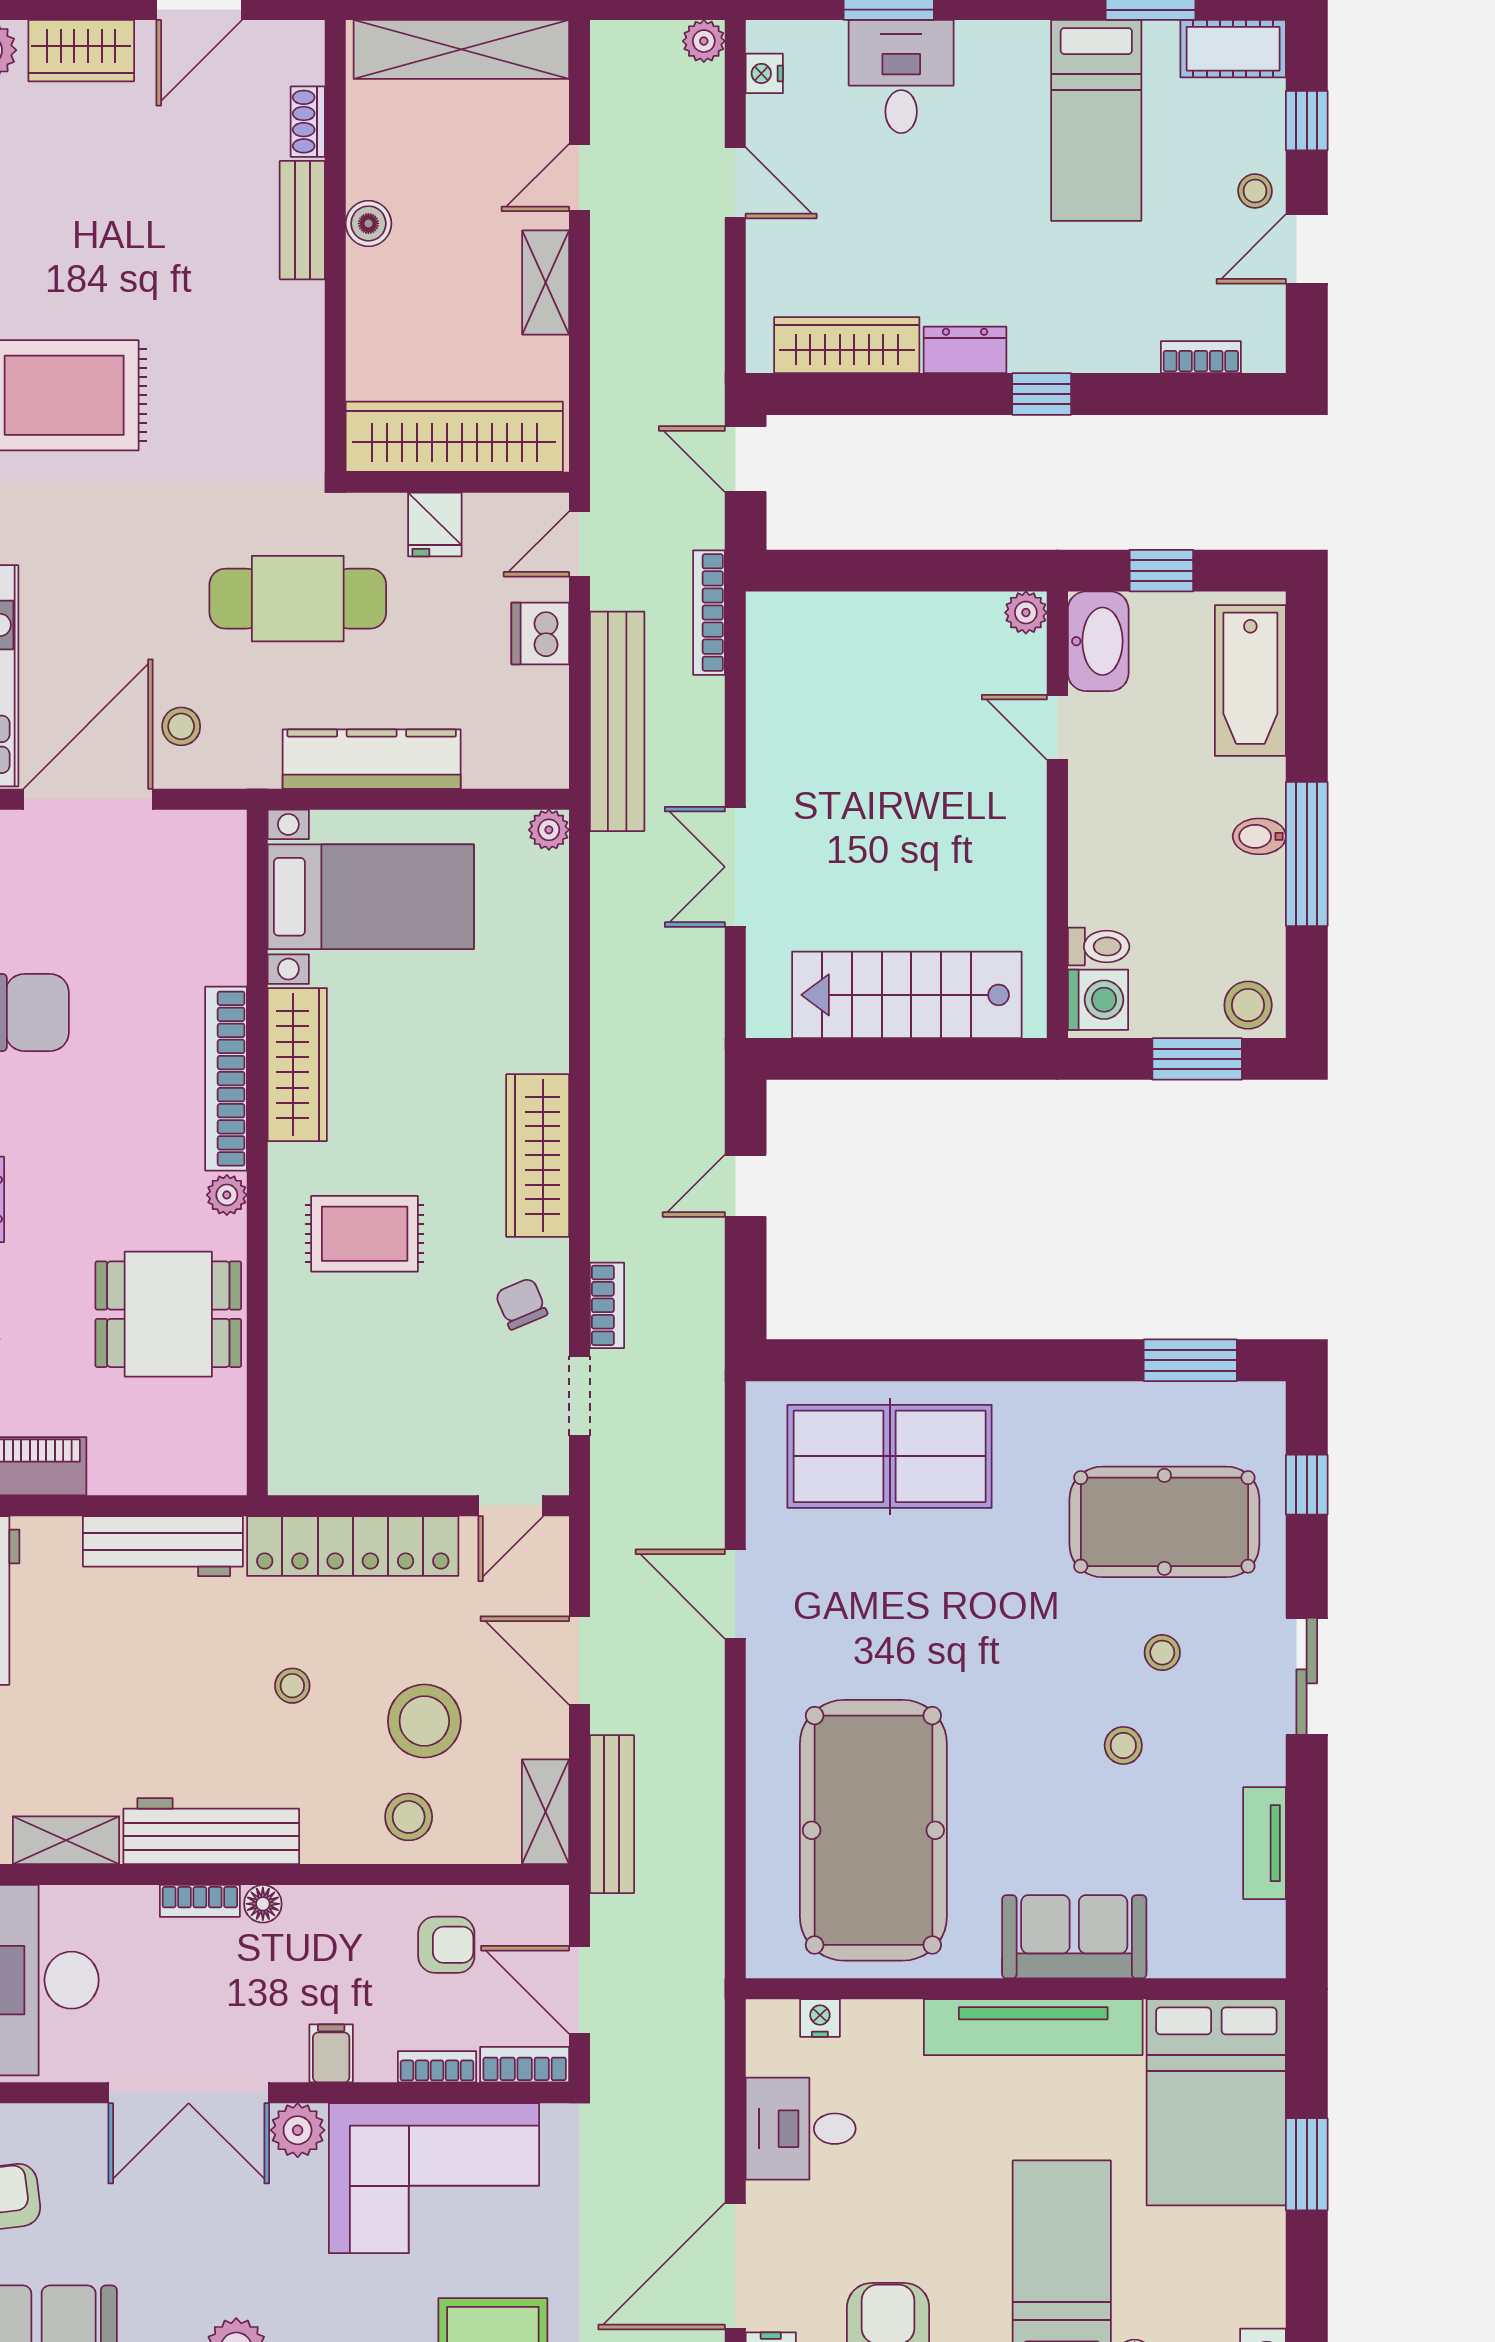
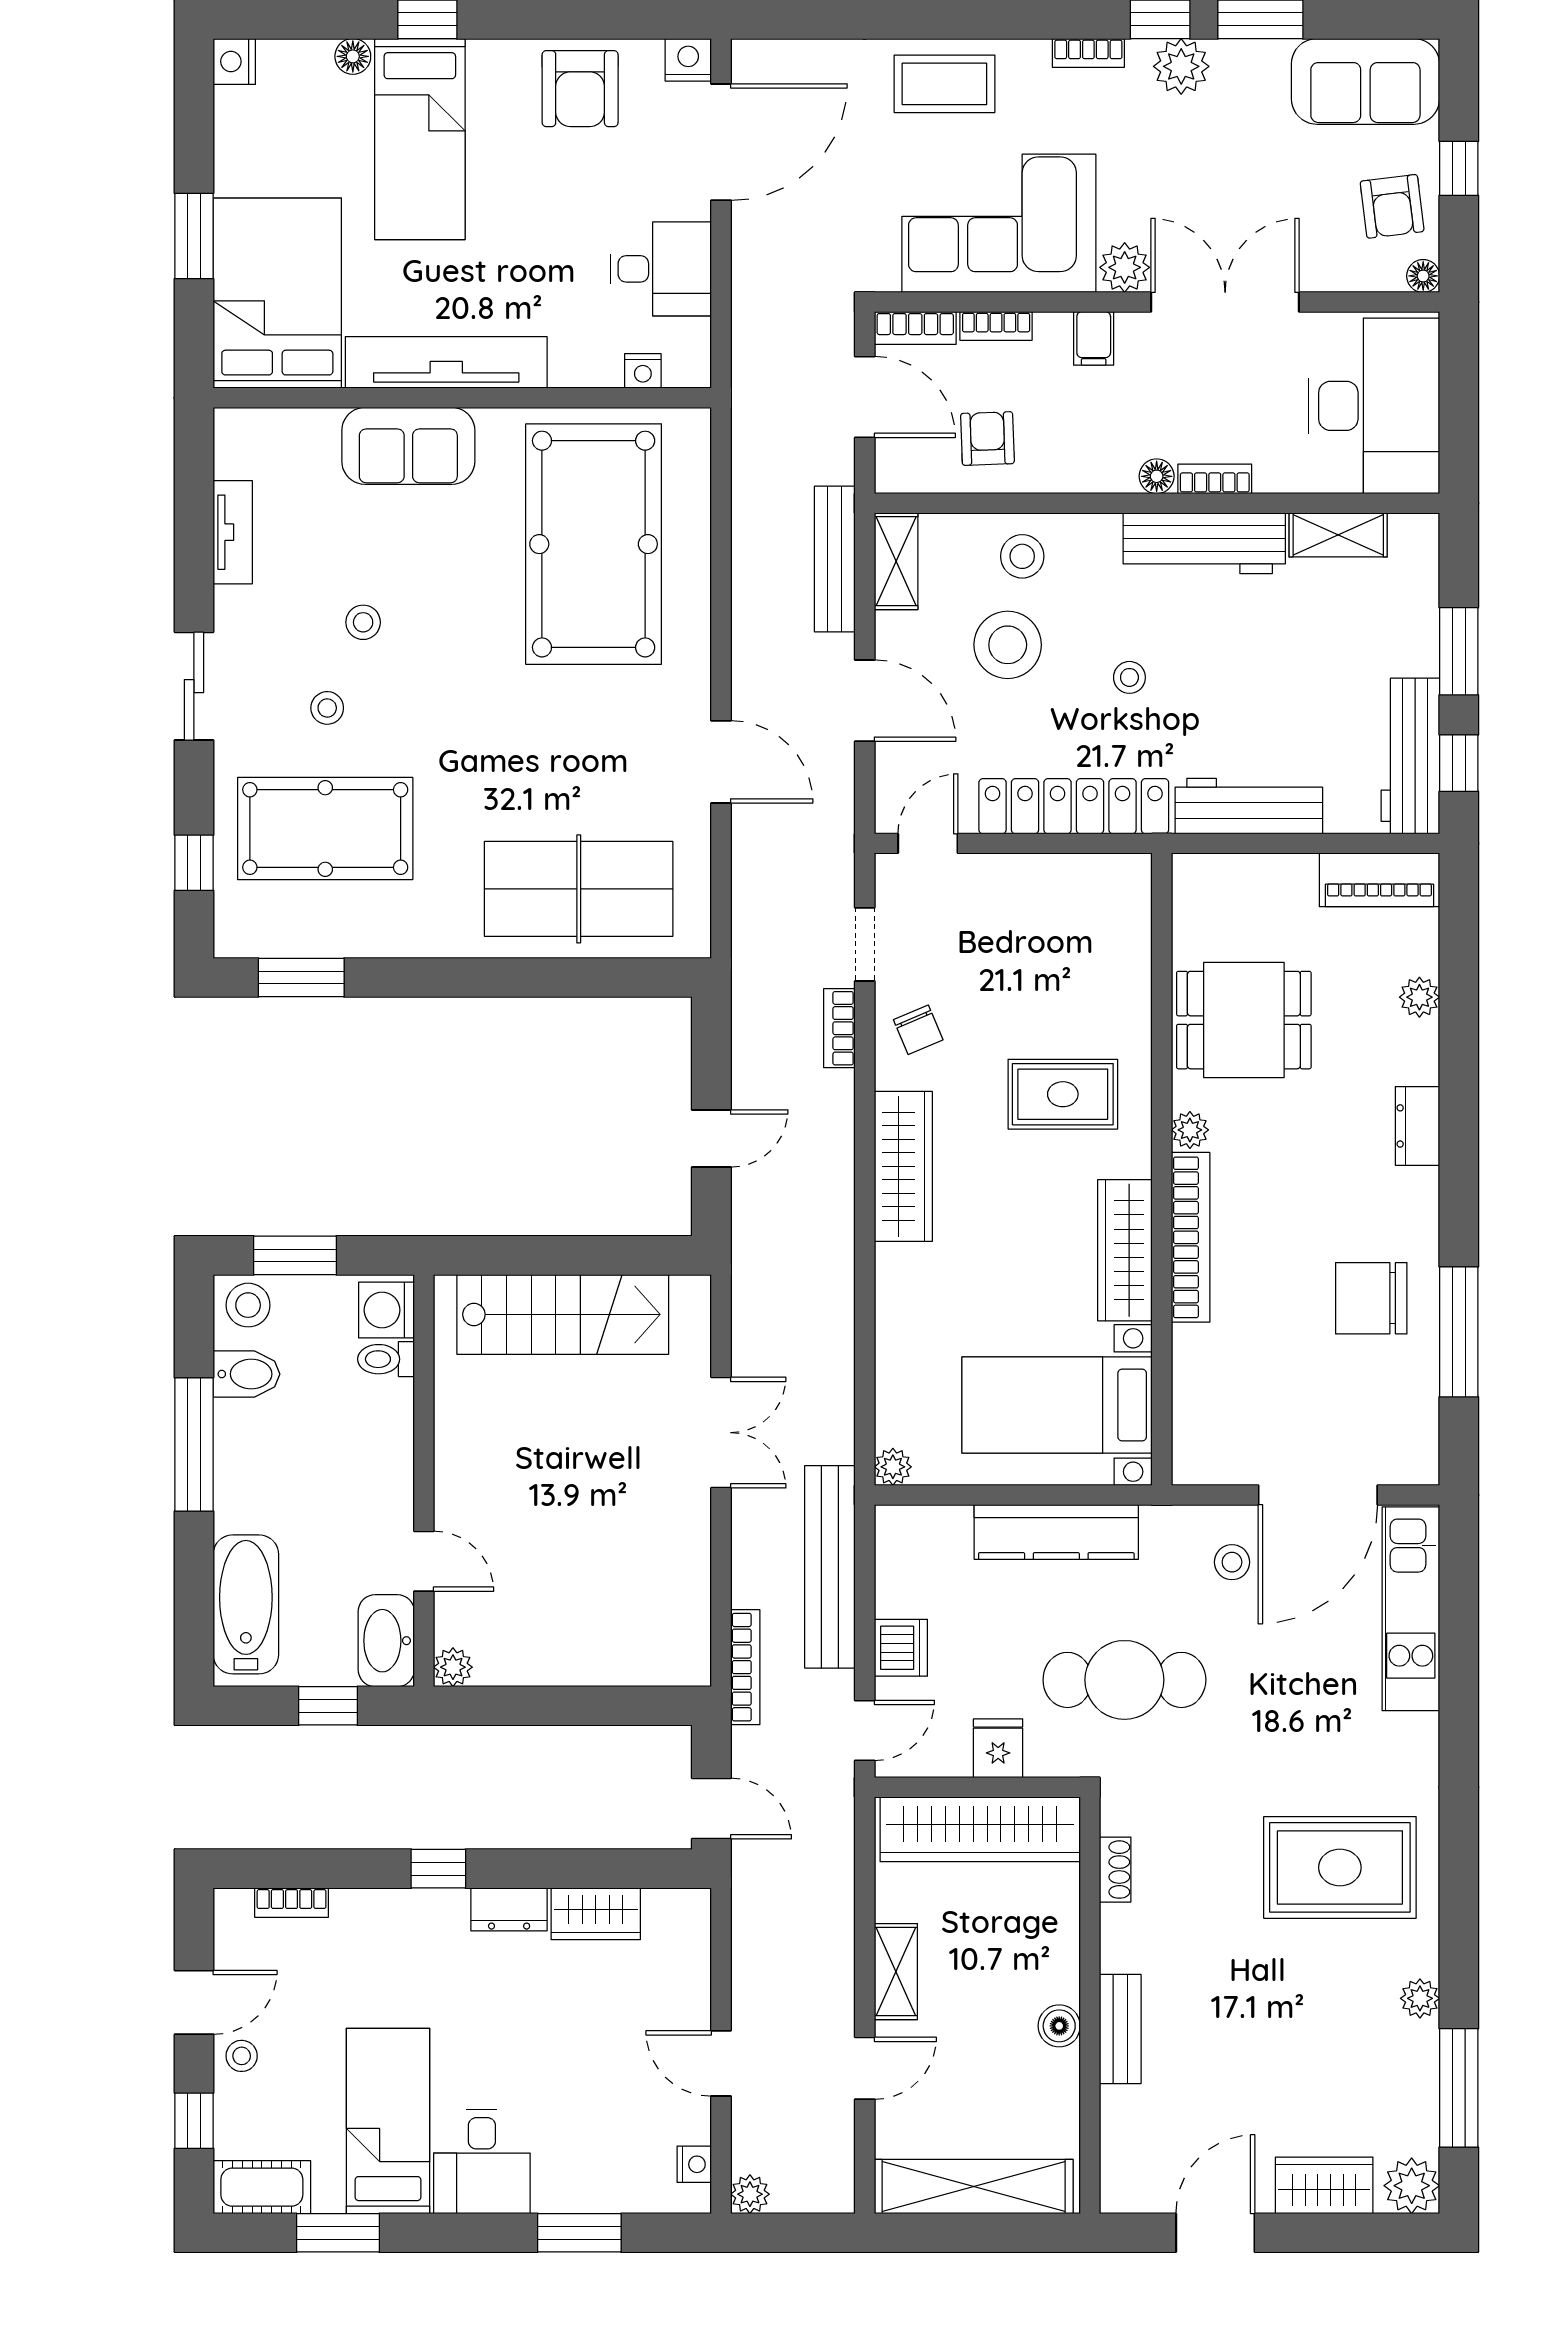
desk: (901, 77) -> (482, 2161), moved
shoe rack: (308, 122) -> (1115, 1870), moved
wardrobe: (847, 345) -> (596, 1914), width x0.67
bidet: (1259, 836) -> (246, 1374), moved, width x1.38, depth x1.36
armchair: (446, 1945) -> (987, 439), turned 88

